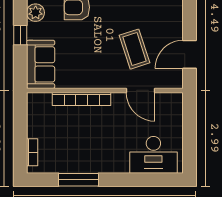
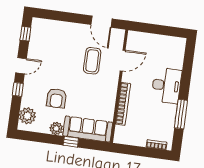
coffee table: (135, 49) -> (92, 61), turned -72
sofa: (41, 64) -> (88, 129), width x1.36
desk: (153, 155) -> (167, 86), moved

